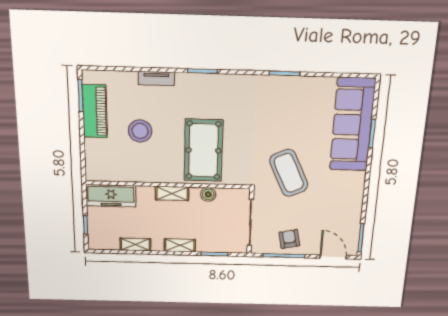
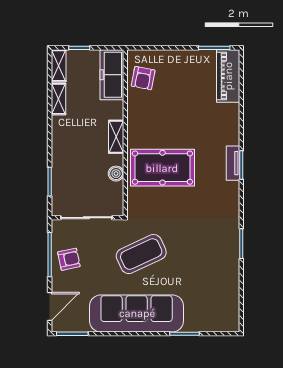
tv unit: (156, 78) -> (233, 163), moved
piano: (95, 111) -> (228, 76), moved, turned 90
sofa: (352, 125) -> (137, 313), moved
stool: (140, 131) -> (181, 105), removed
armchair: (114, 167) -> (143, 78), added
shelving: (180, 245) -> (59, 66), moved

